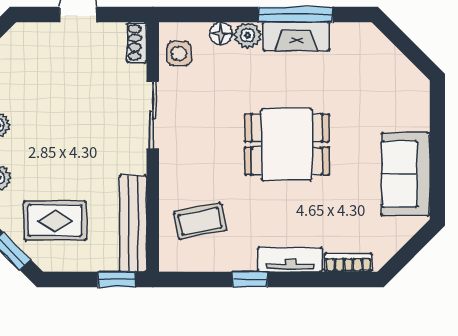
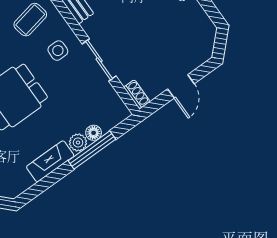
window: (295, 15) -> (92, 150), moved
side table: (179, 54) -> (58, 51), moved

